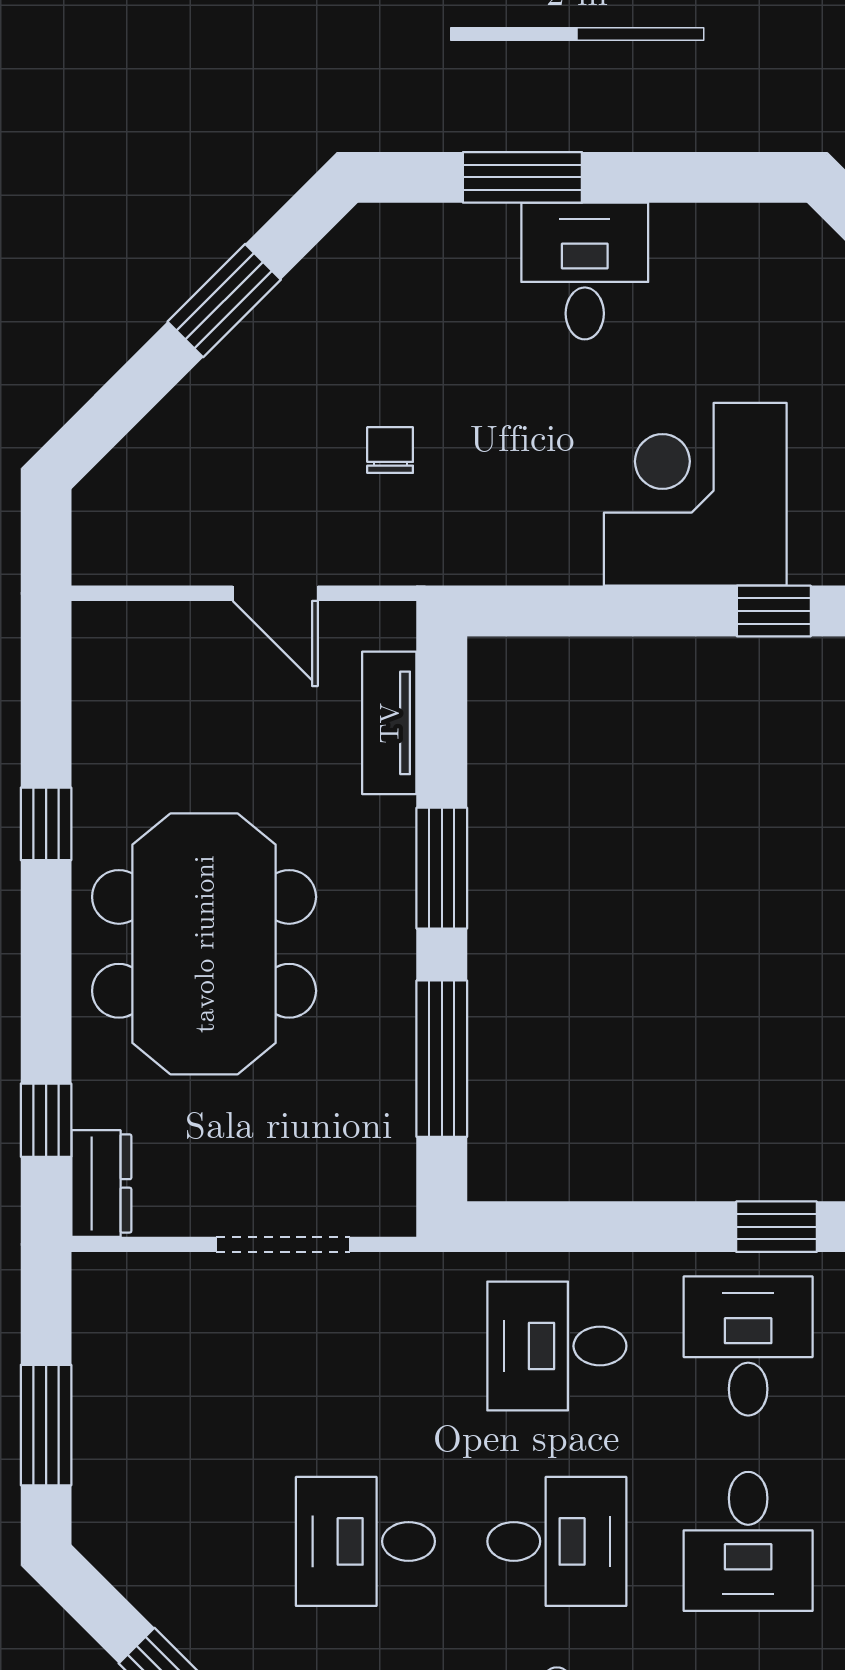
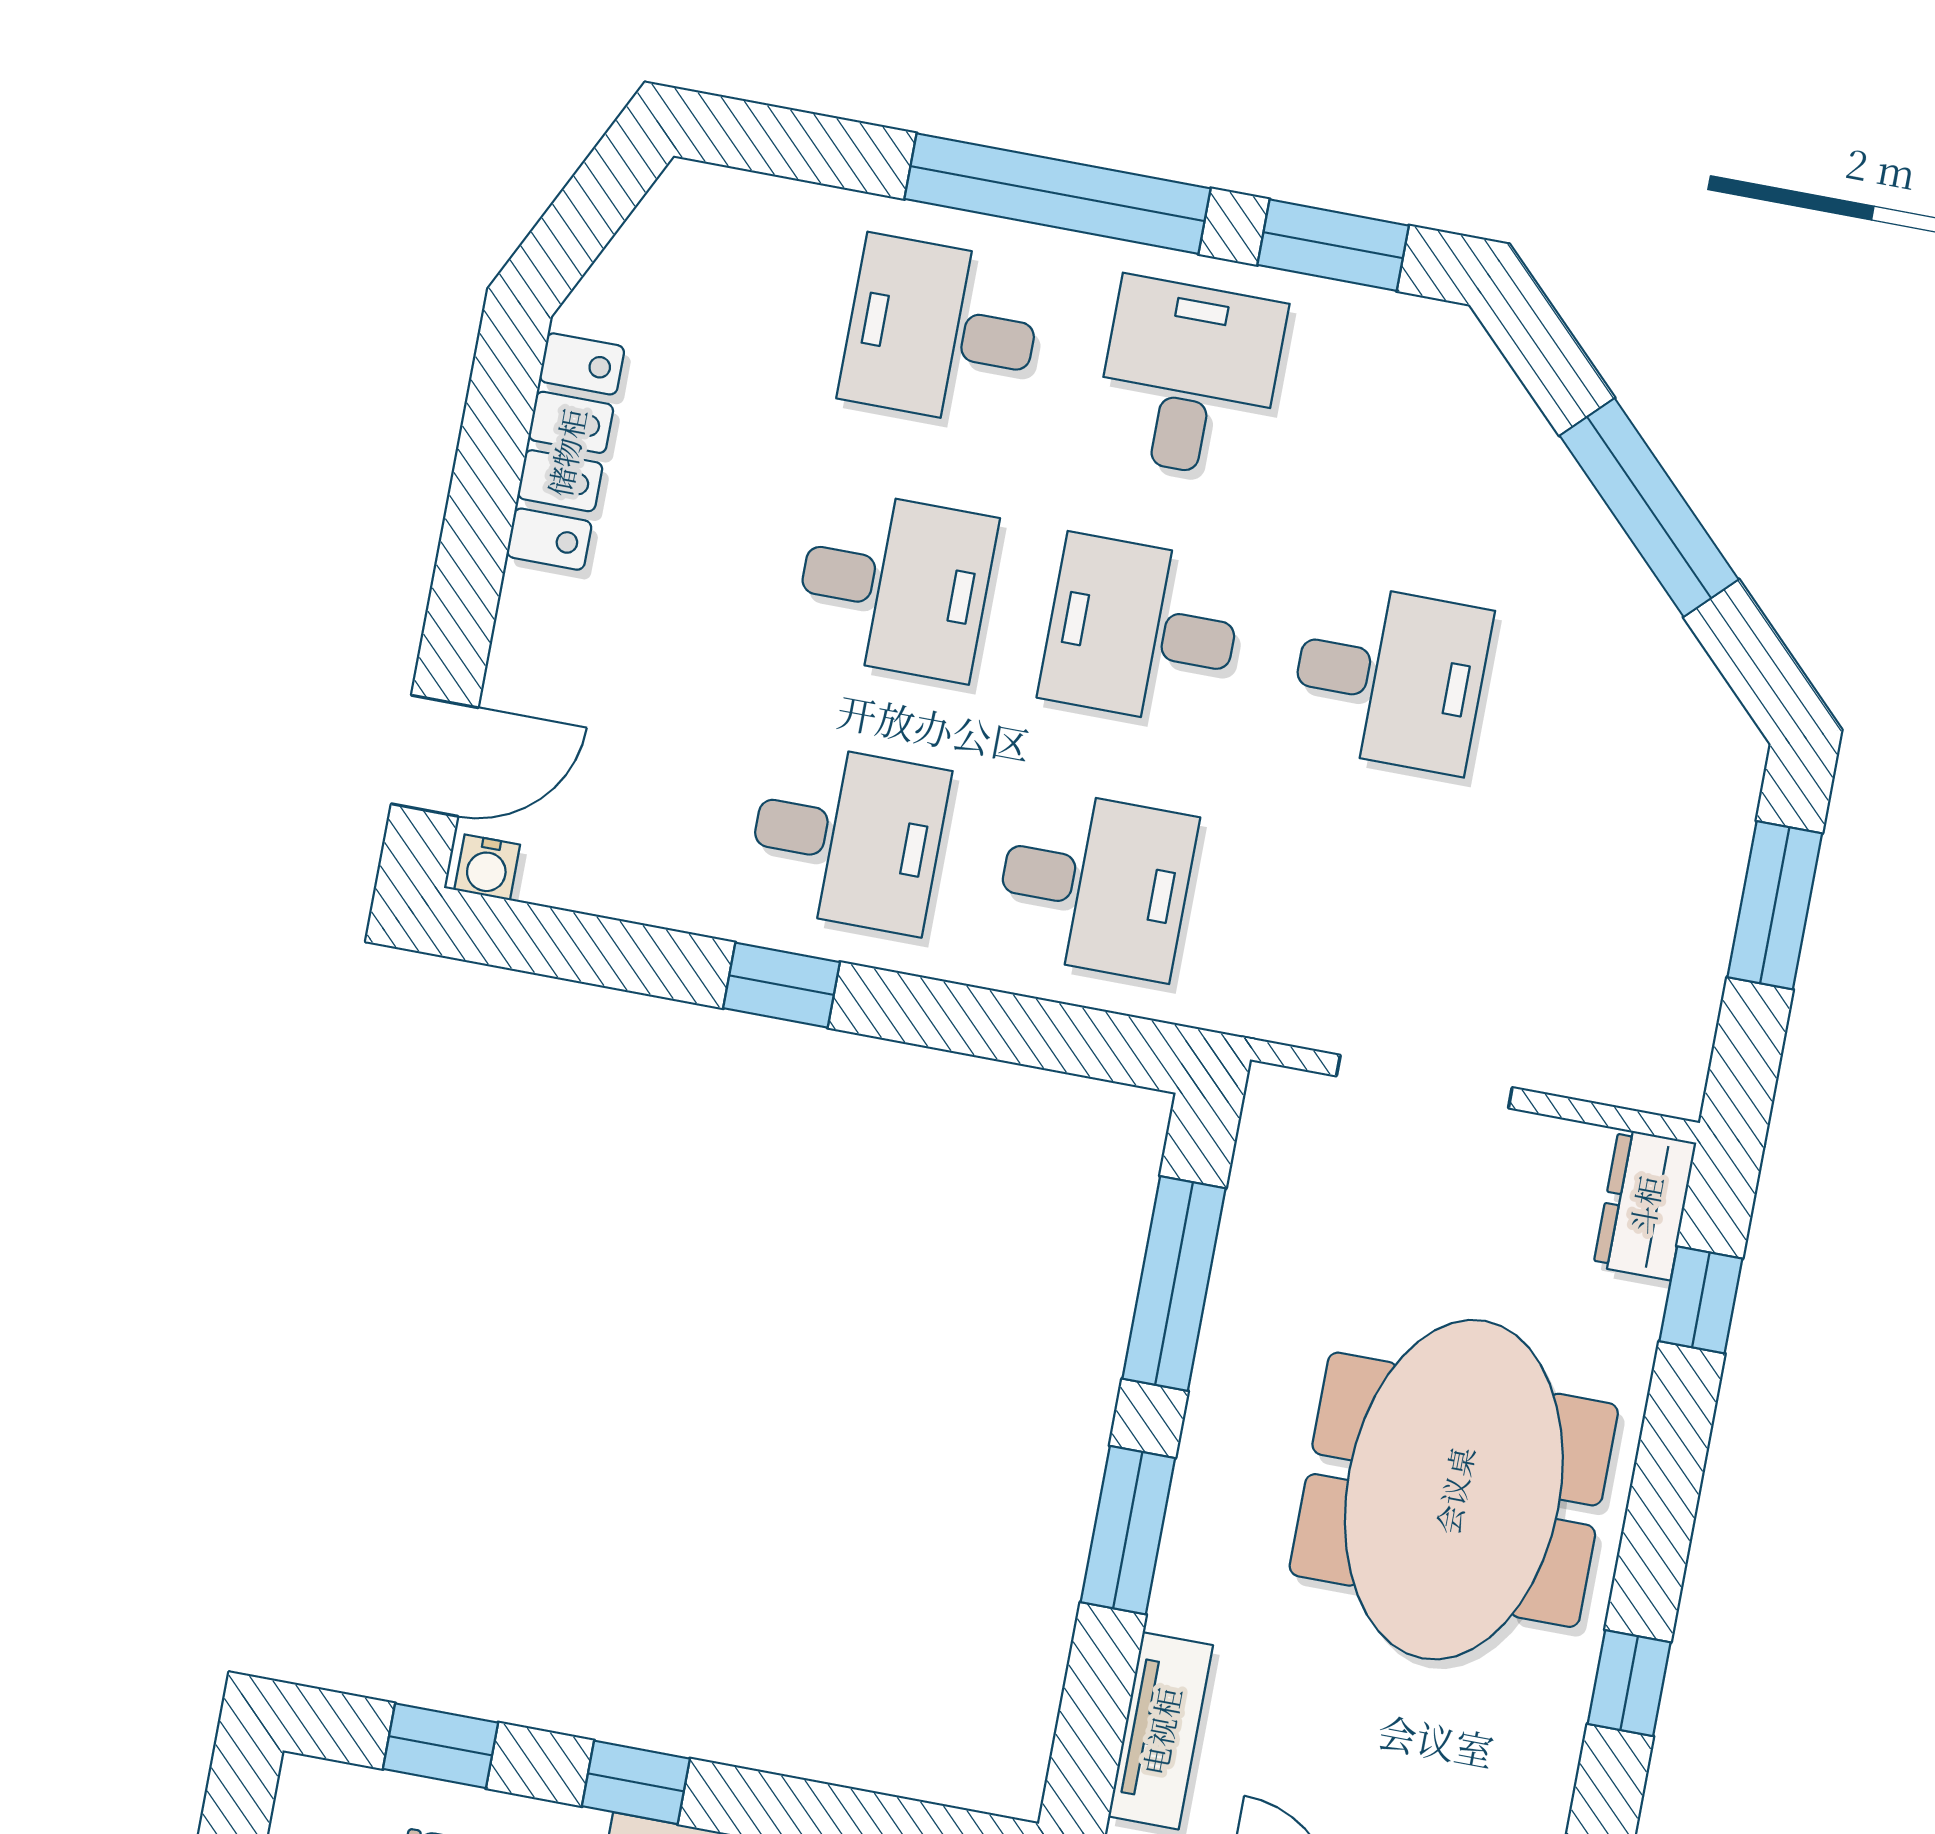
desk: (748, 1346) -> (847, 838), turned -90
desk: (748, 1541) -> (894, 585), turned 90

